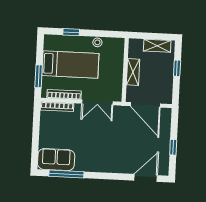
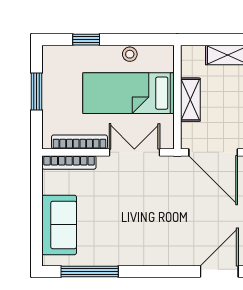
bed: (70, 64) -> (129, 93), moved, turned 180
window: (39, 76) -> (36, 91), moved
double door: (97, 102) -> (134, 152), swing flipped
sofa: (56, 160) -> (59, 225), moved, turned 90

